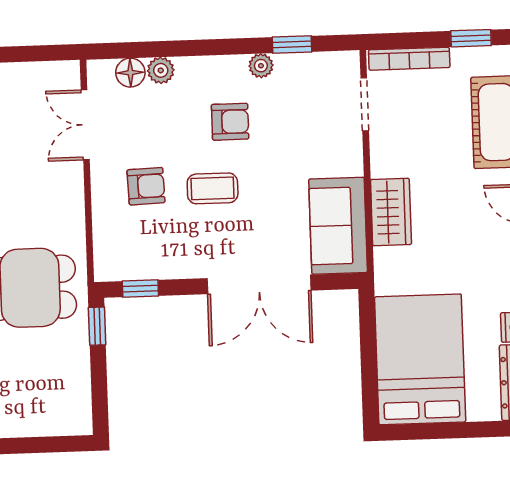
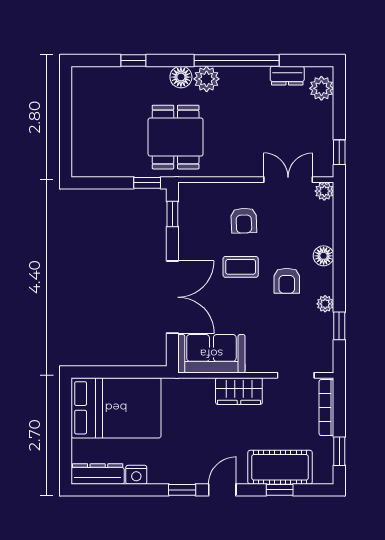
window: (44, 53) -> (339, 152), added
plant: (161, 70) -> (324, 191), moved
floor lamp: (130, 73) -> (324, 256), moved
coffee table: (213, 188) -> (241, 267), turned 90
wardrobe: (391, 212) -> (239, 391), moved
double door: (259, 284) -> (172, 297), swing flipped

